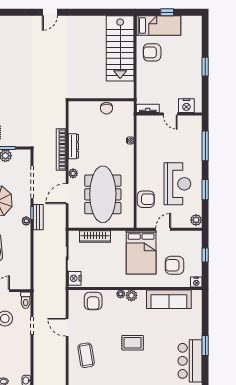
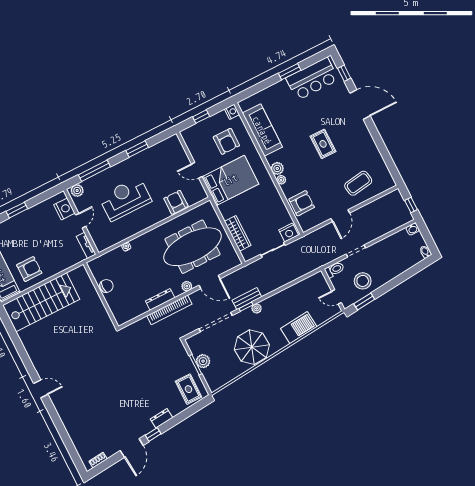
armchair: (152, 52) -> (29, 269), turned -90
reception desk: (177, 184) -> (125, 199), moved
plant: (196, 220) -> (77, 191), moved

